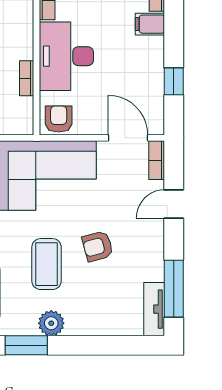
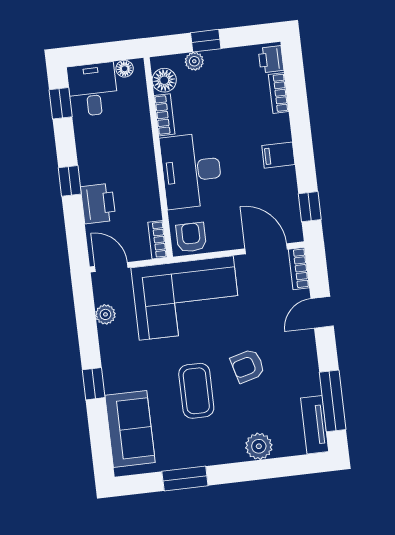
filing cabinet: (150, 24) -> (278, 155), moved
bookcase: (27, 78) -> (157, 240), moved
window: (174, 81) -> (310, 207), moved
plant: (51, 323) -> (259, 446), moved

